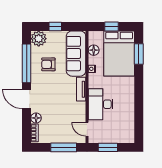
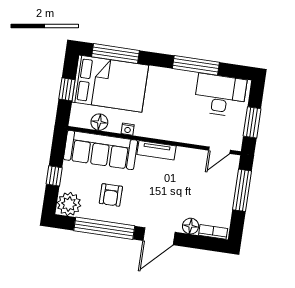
window: (139, 54) -> (115, 54), width x1.44
desk: (101, 104) -> (220, 95), moved, turned 180
window: (139, 106) -> (196, 65), added

